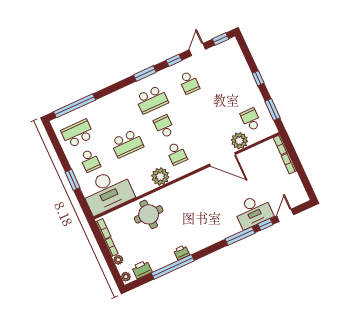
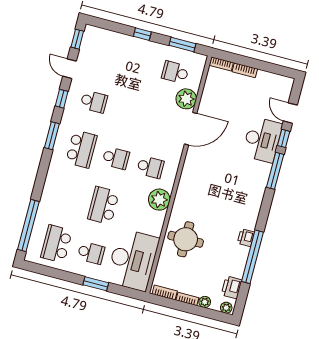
school desk: (164, 127) -> (116, 158), turned 180
school desk: (127, 144) -> (103, 205), turned 180

